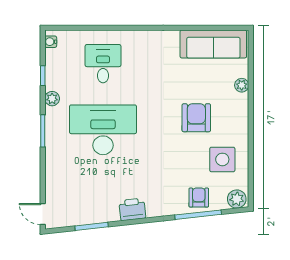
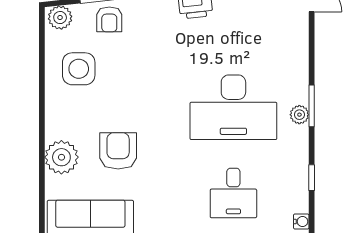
plant: (242, 85) -> (61, 157), width x1.88, depth x1.88
plant: (52, 99) -> (299, 115), moved
armchair: (196, 118) -> (118, 151), moved, turned 180

